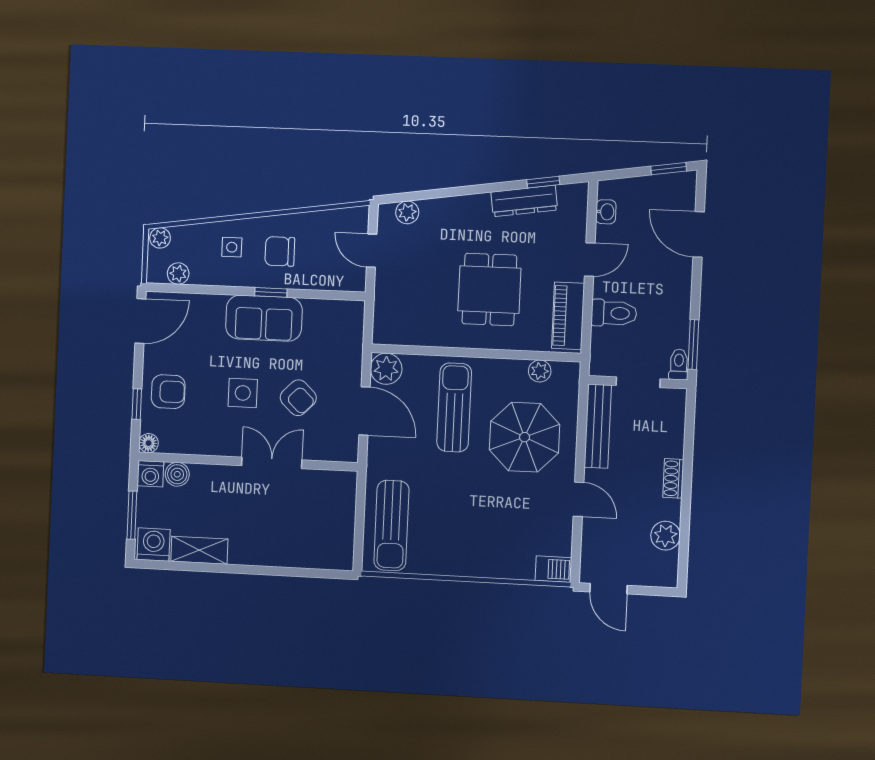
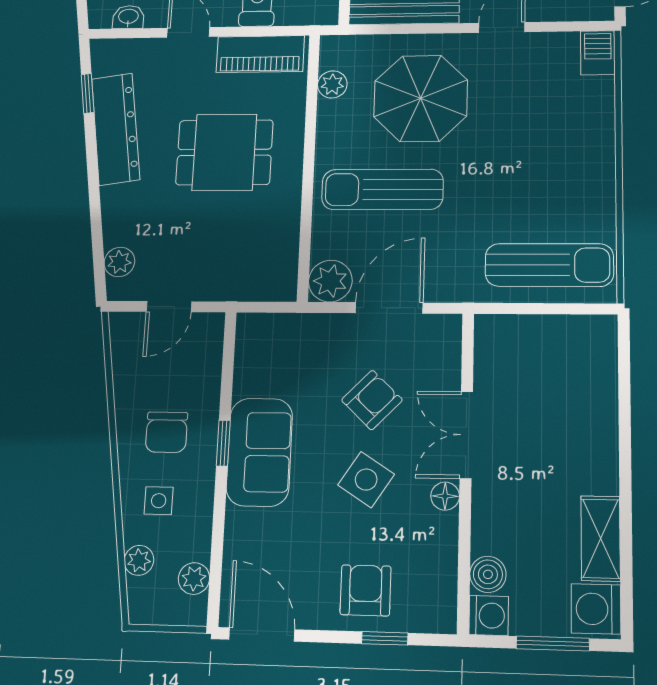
dresser: (524, 201) -> (116, 129), width x1.37, depth x1.24
plant: (160, 238) -> (139, 560), moved
side table: (243, 393) -> (366, 480), turned 33
floor lamp: (149, 443) -> (445, 496), moved

